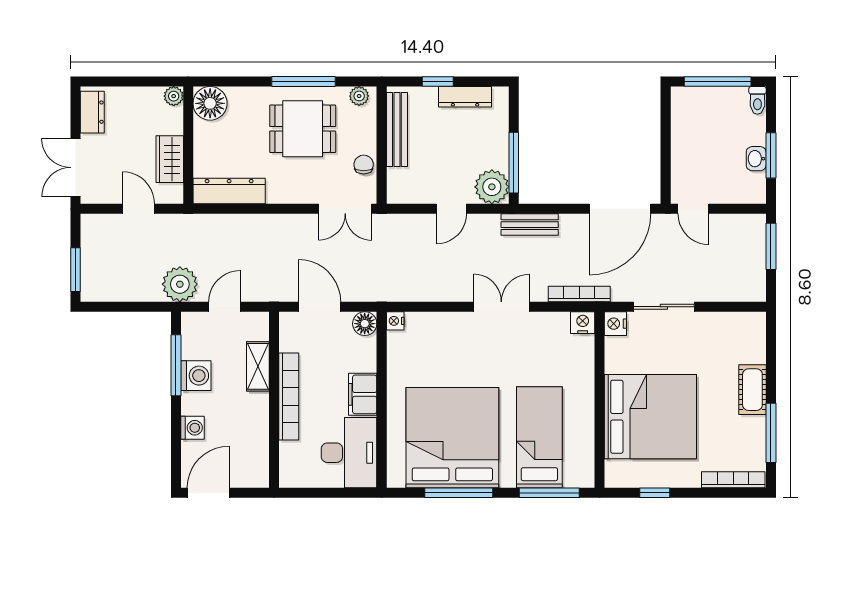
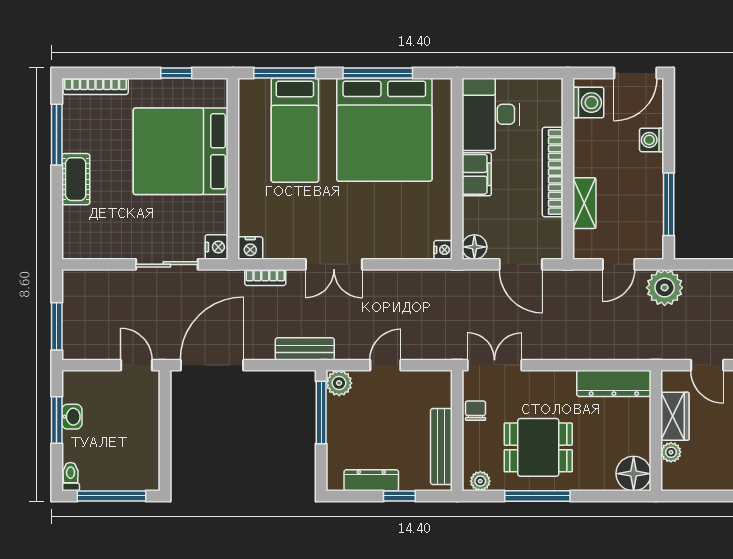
plant: (174, 96) -> (671, 452), moved
chair: (364, 165) -> (476, 411), turned 180
plant: (492, 187) -> (339, 383), width x0.73, depth x0.73
bookcase: (579, 294) -> (265, 278), width x0.64
washing machine: (196, 376) -> (588, 103), moved, turned 180

